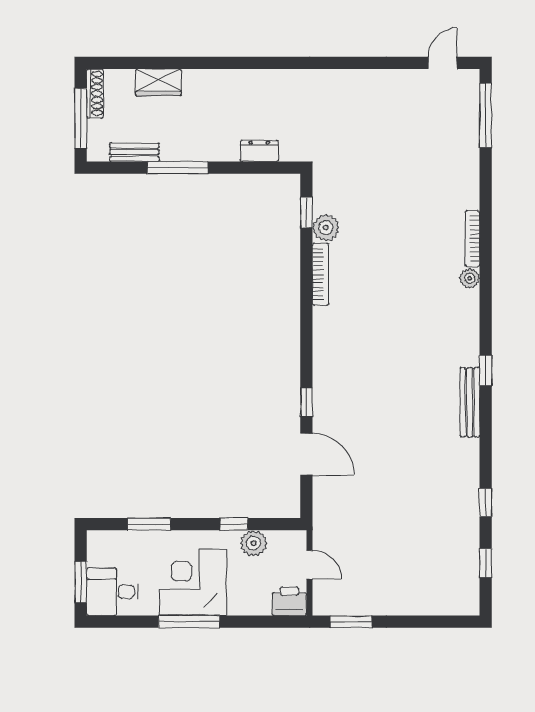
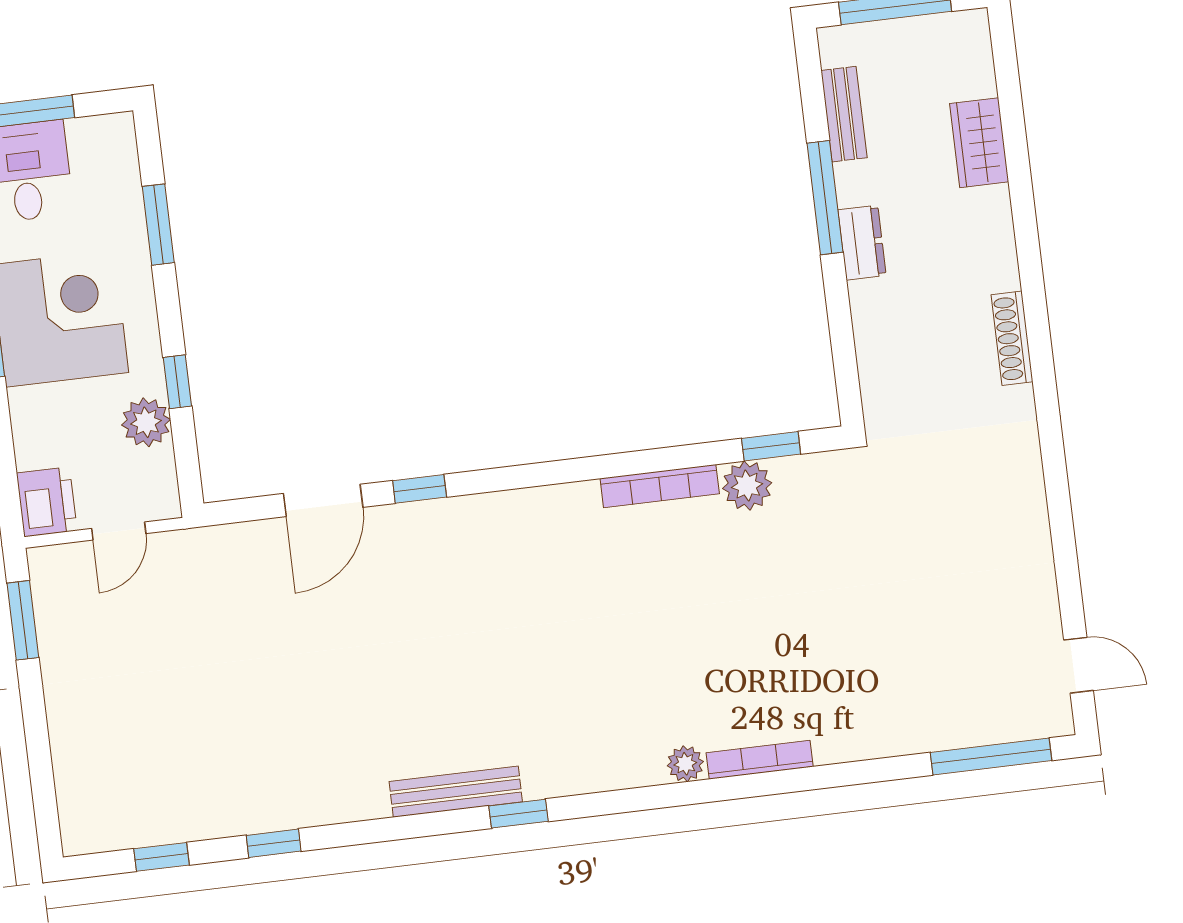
shoe rack: (95, 93) -> (1012, 338), moved, turned 90
dresser: (259, 151) -> (862, 243), moved

